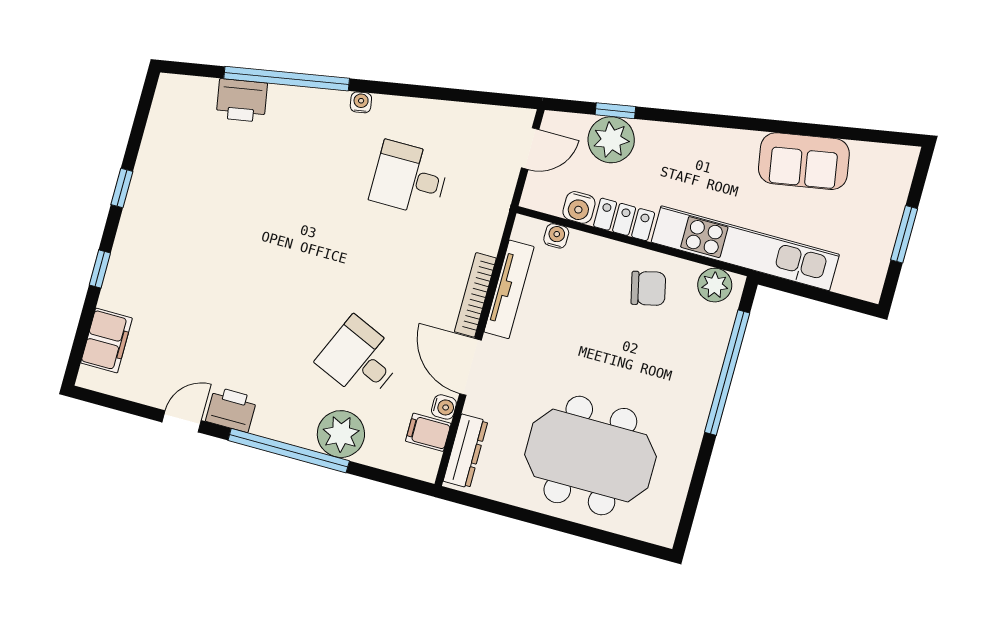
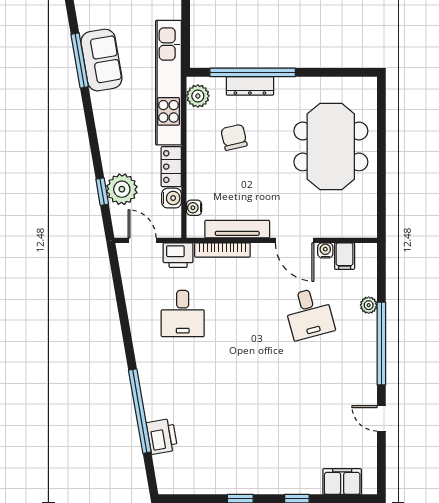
water cooler: (361, 102) -> (142, 359), removed
window: (812, 130) -> (80, 60), added
chair: (648, 288) -> (234, 137), moved
bookcase: (475, 295) -> (222, 250), moved
desk: (360, 359) -> (309, 314), turned -39
door: (470, 367) -> (295, 240), hinge flipped
printer: (231, 409) -> (178, 255), moved, turned -90
plant: (341, 434) -> (369, 305), width x0.53, depth x0.53
dresser: (466, 451) -> (250, 86), moved, turned 180

